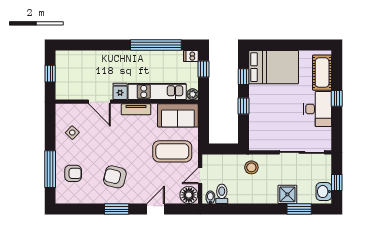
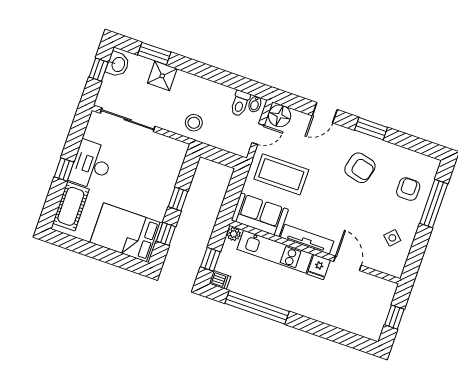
tv unit: (136, 109) -> (307, 239), width x1.41
armchair: (73, 173) -> (408, 189), turned 90

